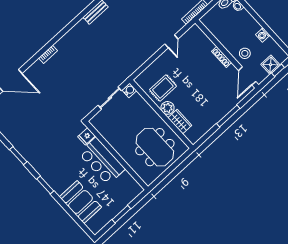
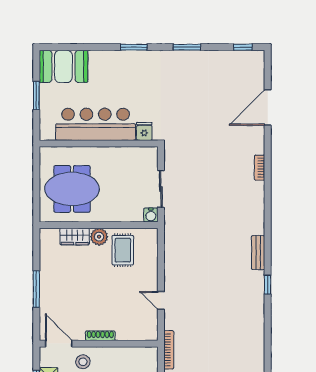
bar counter: (102, 161) -> (96, 124), width x1.36
booth: (80, 202) -> (63, 66), moved

